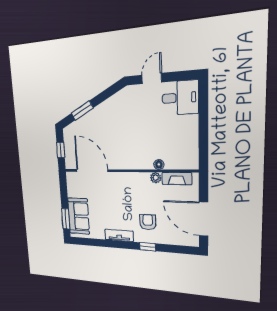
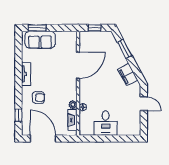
desk: (180, 98) -> (106, 123), moved
filing cabinet: (114, 104) -> (128, 75), added
door: (92, 171) -> (78, 65), moved
door: (203, 219) -> (43, 139), hinge flipped
window: (148, 247) -> (18, 115), moved

